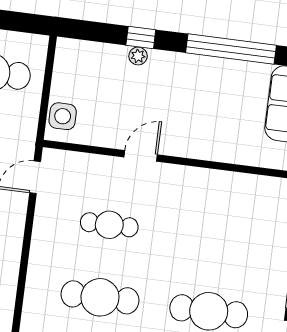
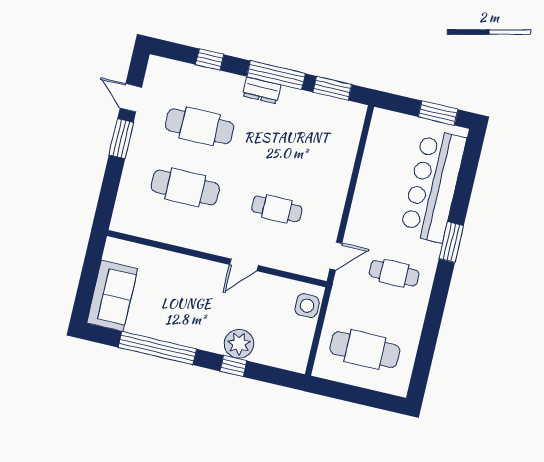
plant: (138, 56) -> (239, 344), width x1.88, depth x1.88
cafe table: (100, 297) -> (185, 187), moved

